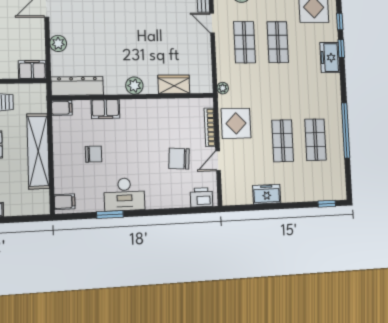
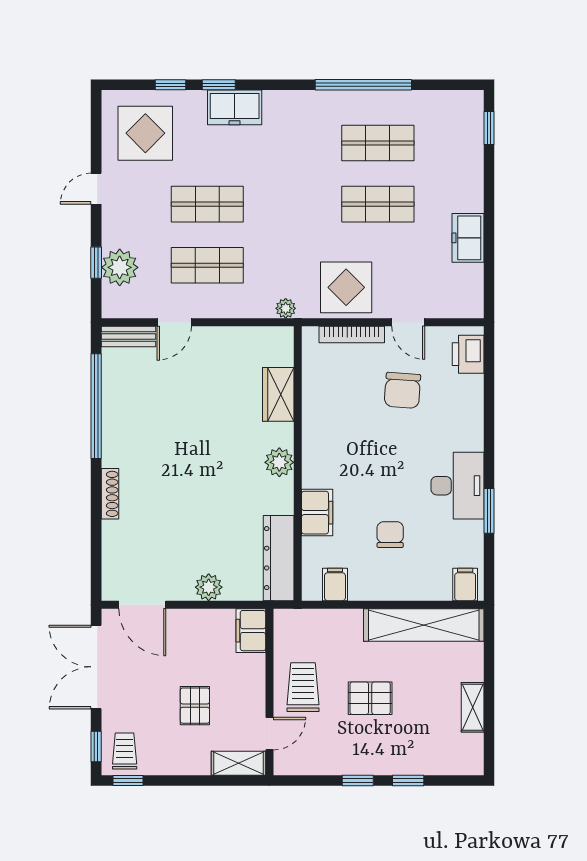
filing cabinet: (62, 108) -> (335, 584), moved
shelving: (38, 151) -> (424, 625), moved

